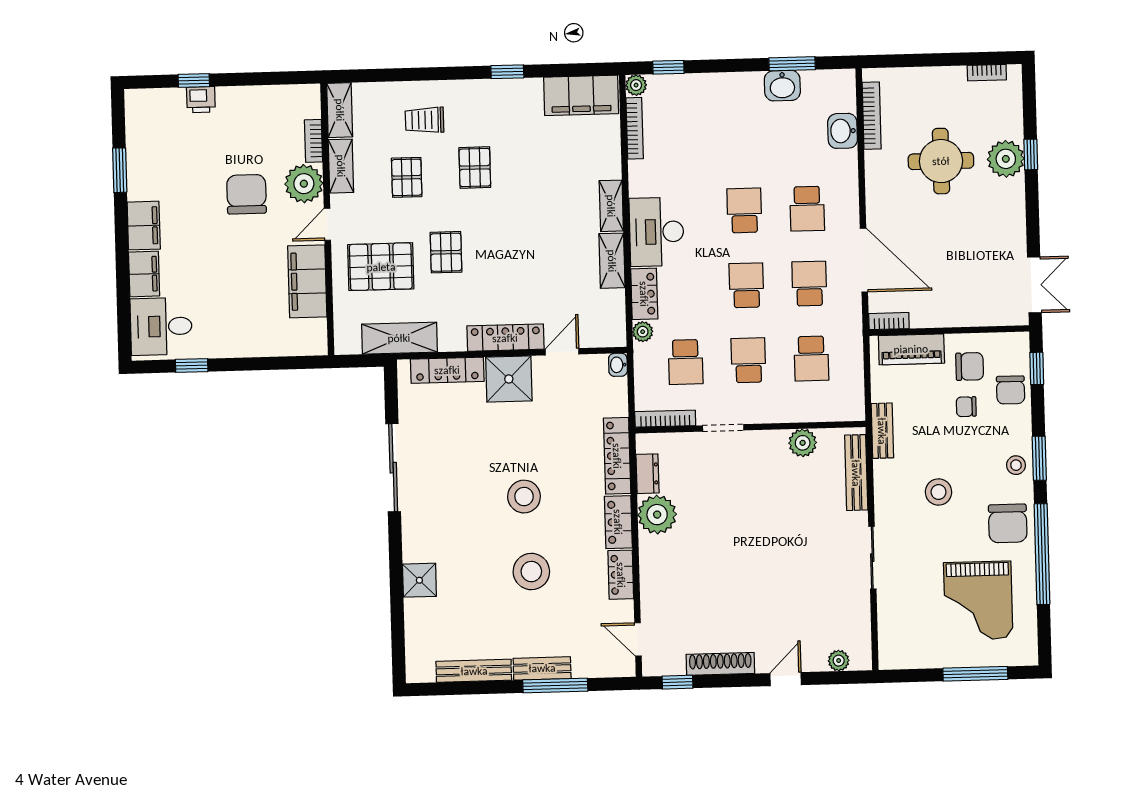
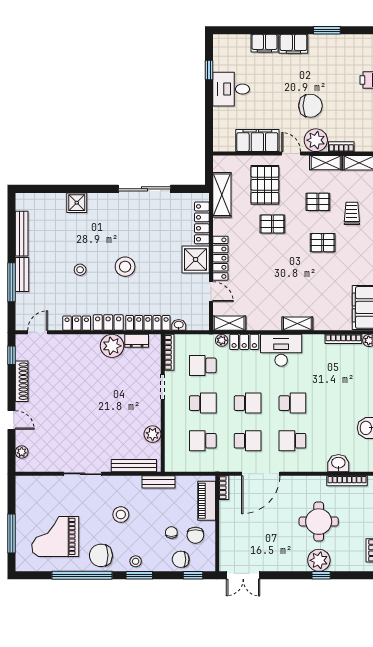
shelving: (612, 261) -> (229, 323), moved
desk: (161, 326) -> (231, 89), moved, turned -90
washbasin: (618, 365) -> (179, 325), moved
stool: (531, 572) -> (80, 270), width x0.53, depth x0.53

